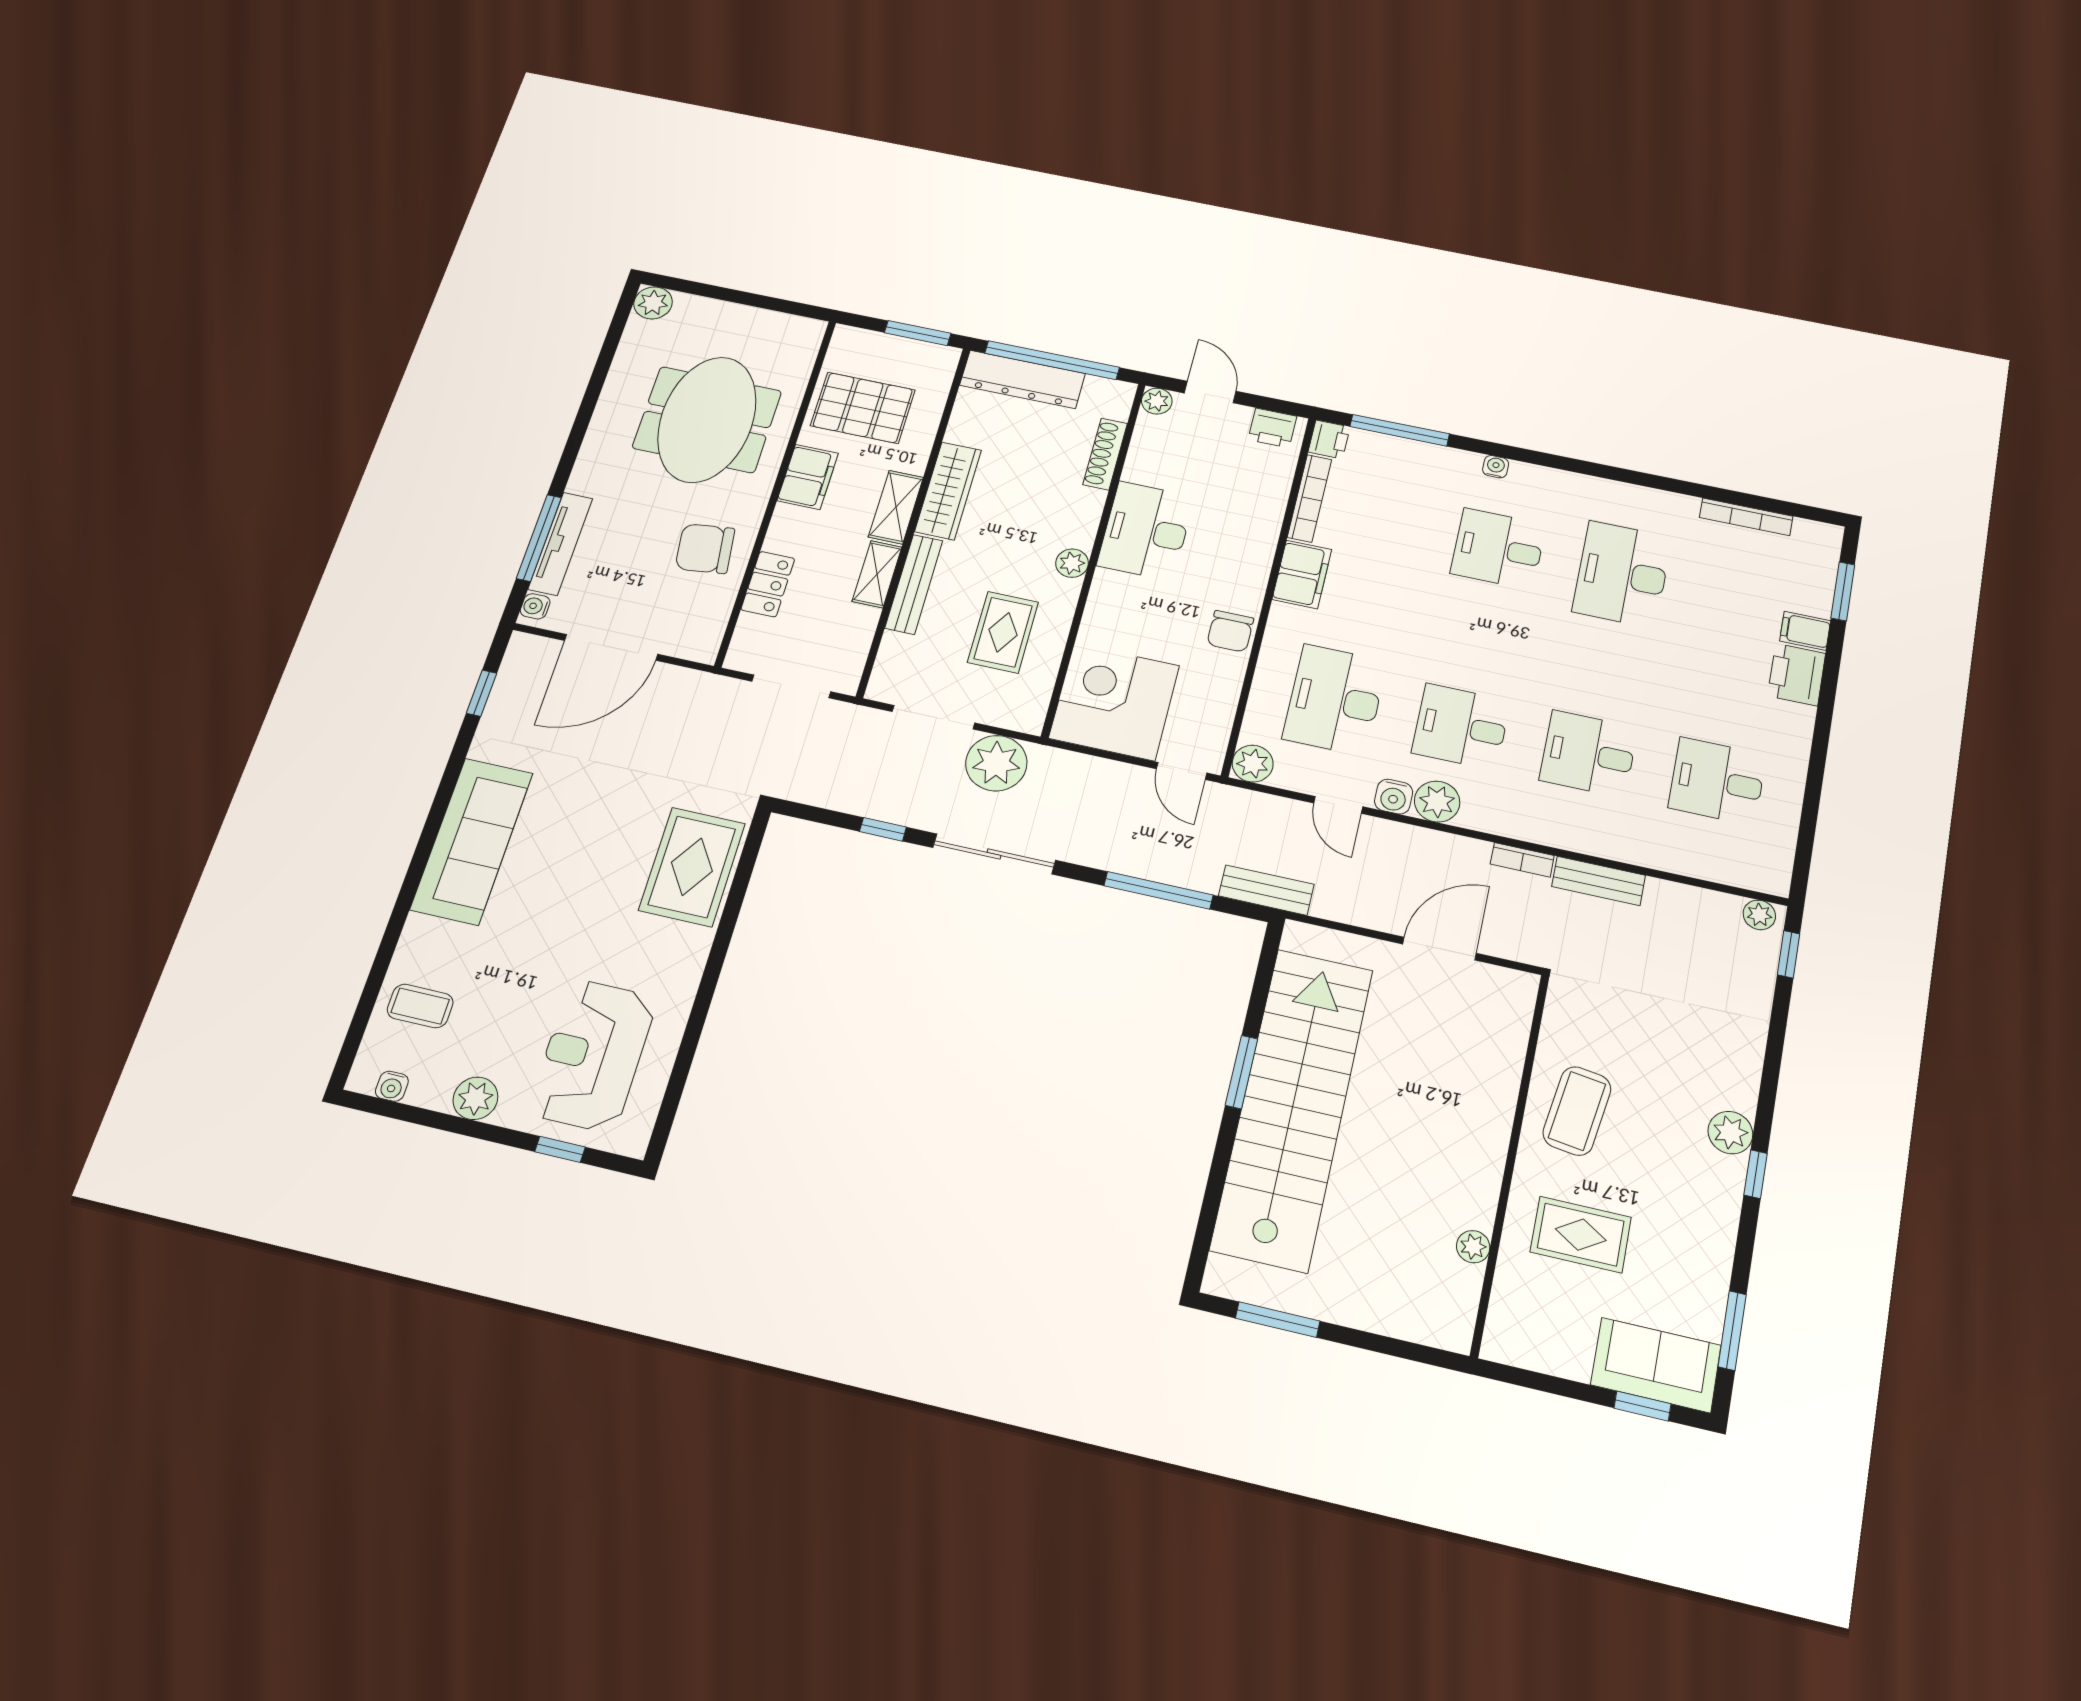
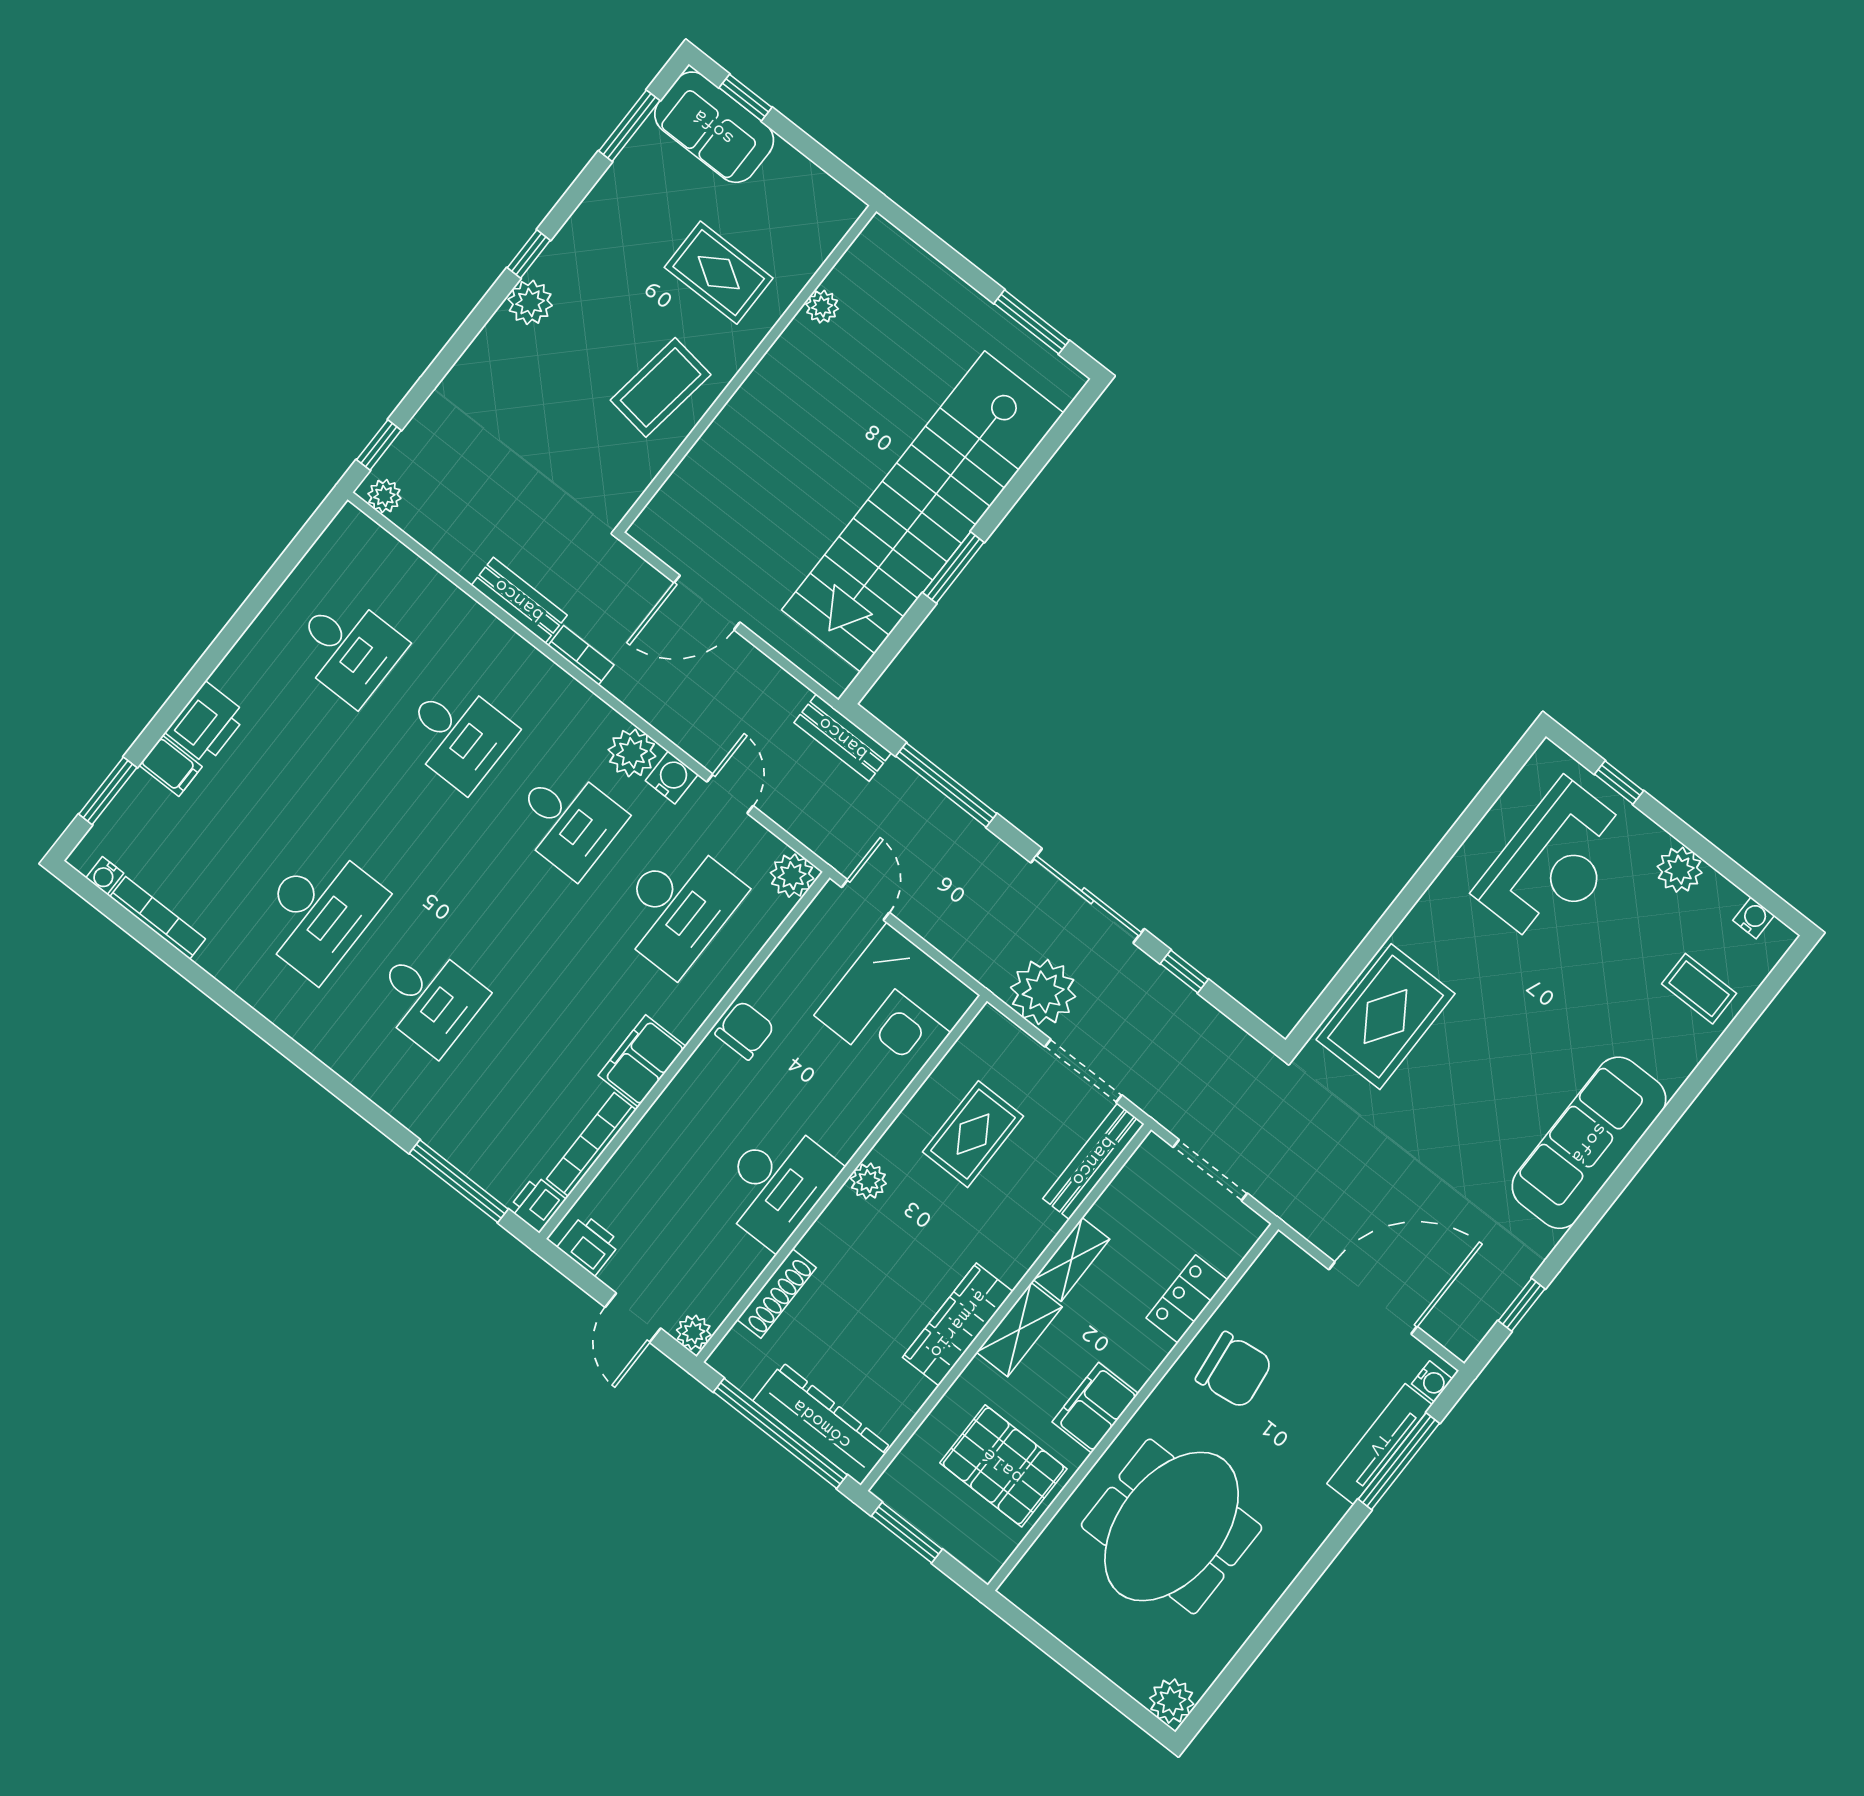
water cooler: (1496, 467) -> (105, 875), moved
bench: (914, 584) -> (1093, 1161), moved

